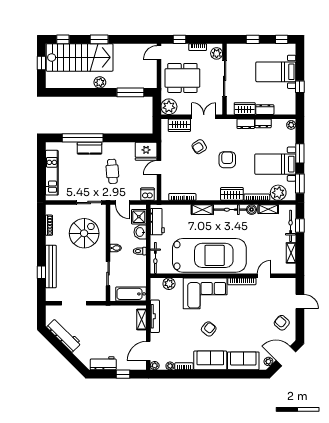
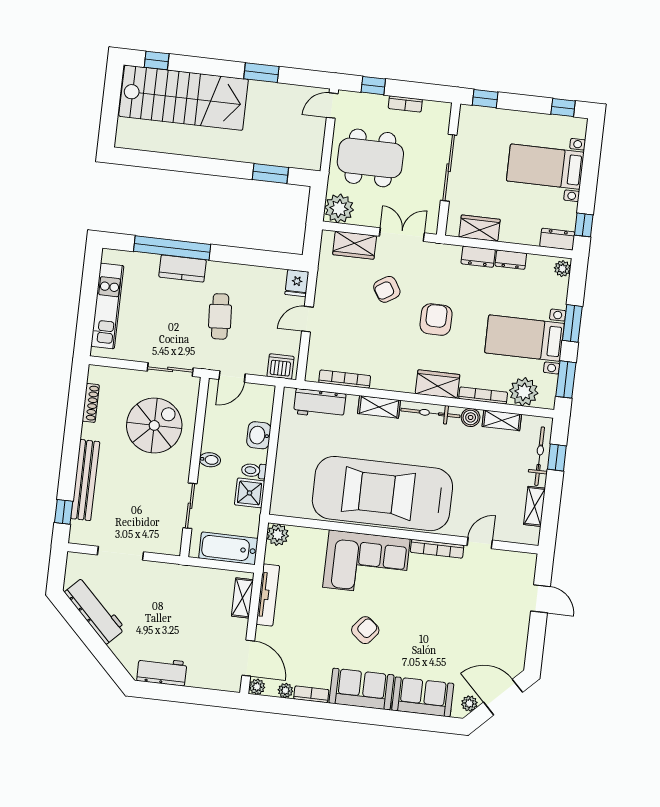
window: (99, 39) -> (261, 73), moved
window: (253, 39) -> (485, 99), moved
plant: (217, 53) -> (439, 120), removed
window: (41, 63) -> (111, 100), removed
plant: (100, 82) -> (216, 148), removed
window: (300, 87) -> (584, 225), moved
window: (130, 92) -> (270, 173), width x0.69
dresser: (265, 110) -> (557, 239), moved
fridge: (146, 151) -> (297, 283), width x0.53, depth x0.75
door: (122, 203) -> (232, 377), hinge flipped
shower: (139, 217) -> (250, 493), moved
workbench: (157, 222) -> (320, 404), moved, turned 90
car: (209, 255) -> (382, 494), turned 180
bicycle: (155, 258) -> (281, 487), removed
window: (41, 272) -> (64, 512), moved
plant: (169, 284) -> (278, 535), moved
armchair: (282, 323) -> (502, 634), removed
door: (148, 351) -> (248, 658), swing flipped
window: (123, 374) -> (196, 696), removed

